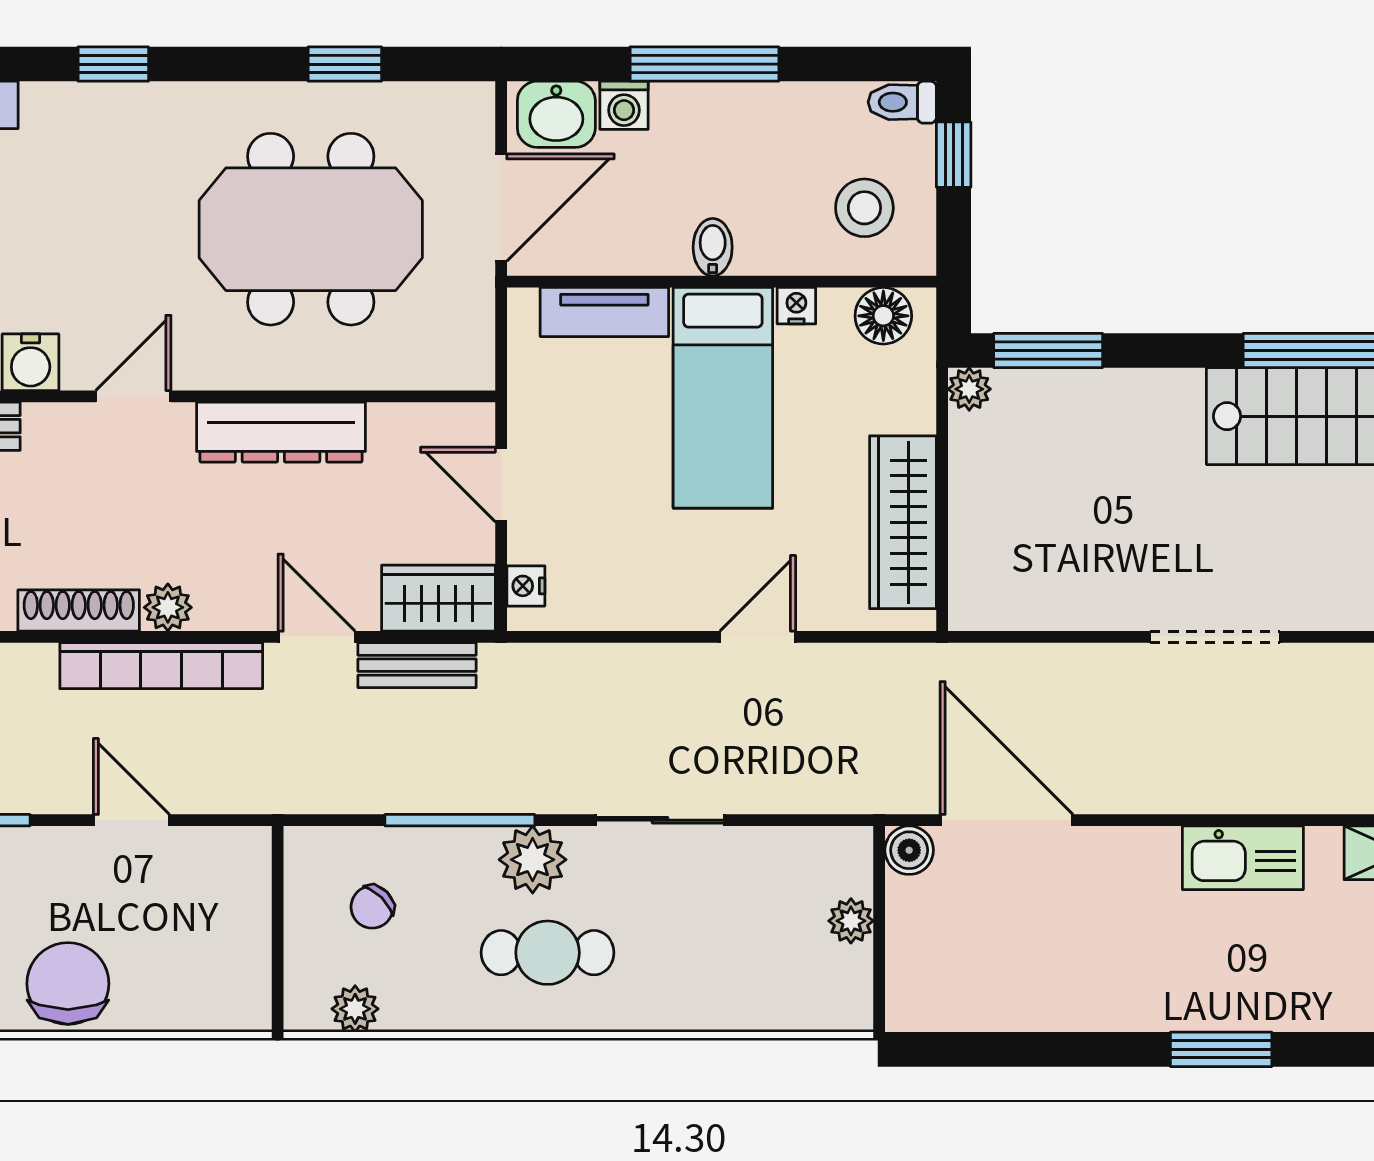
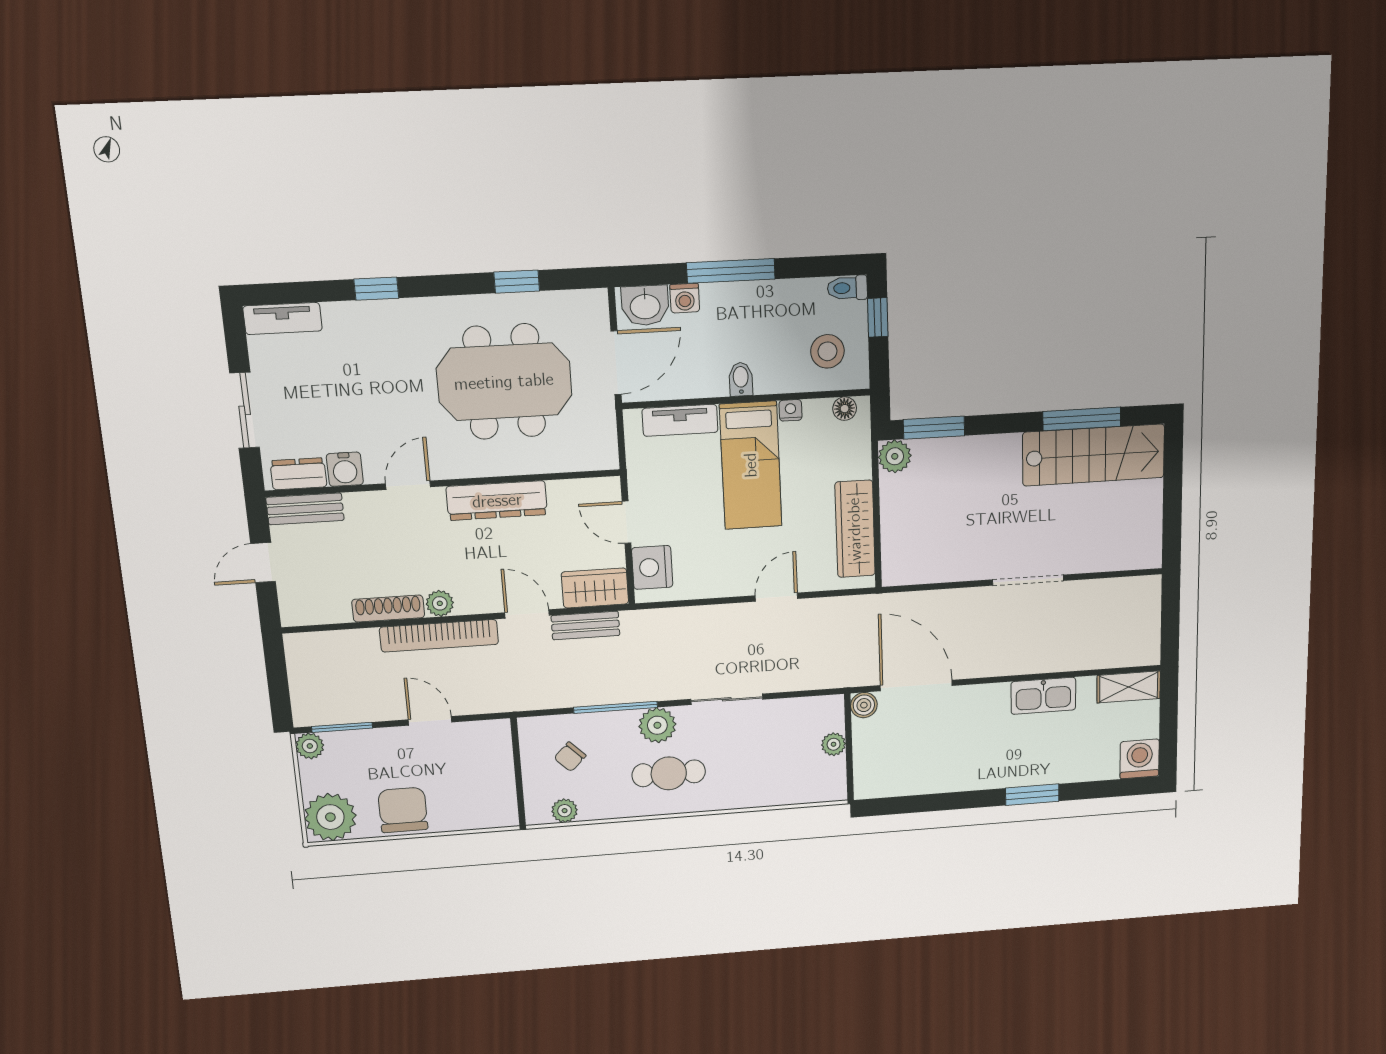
floor lamp: (883, 316) -> (845, 409), width x0.73, depth x0.73
plant: (969, 389) -> (895, 456), width x1.38, depth x1.38
nightstand: (526, 586) -> (652, 567), width x1.89, depth x1.79

